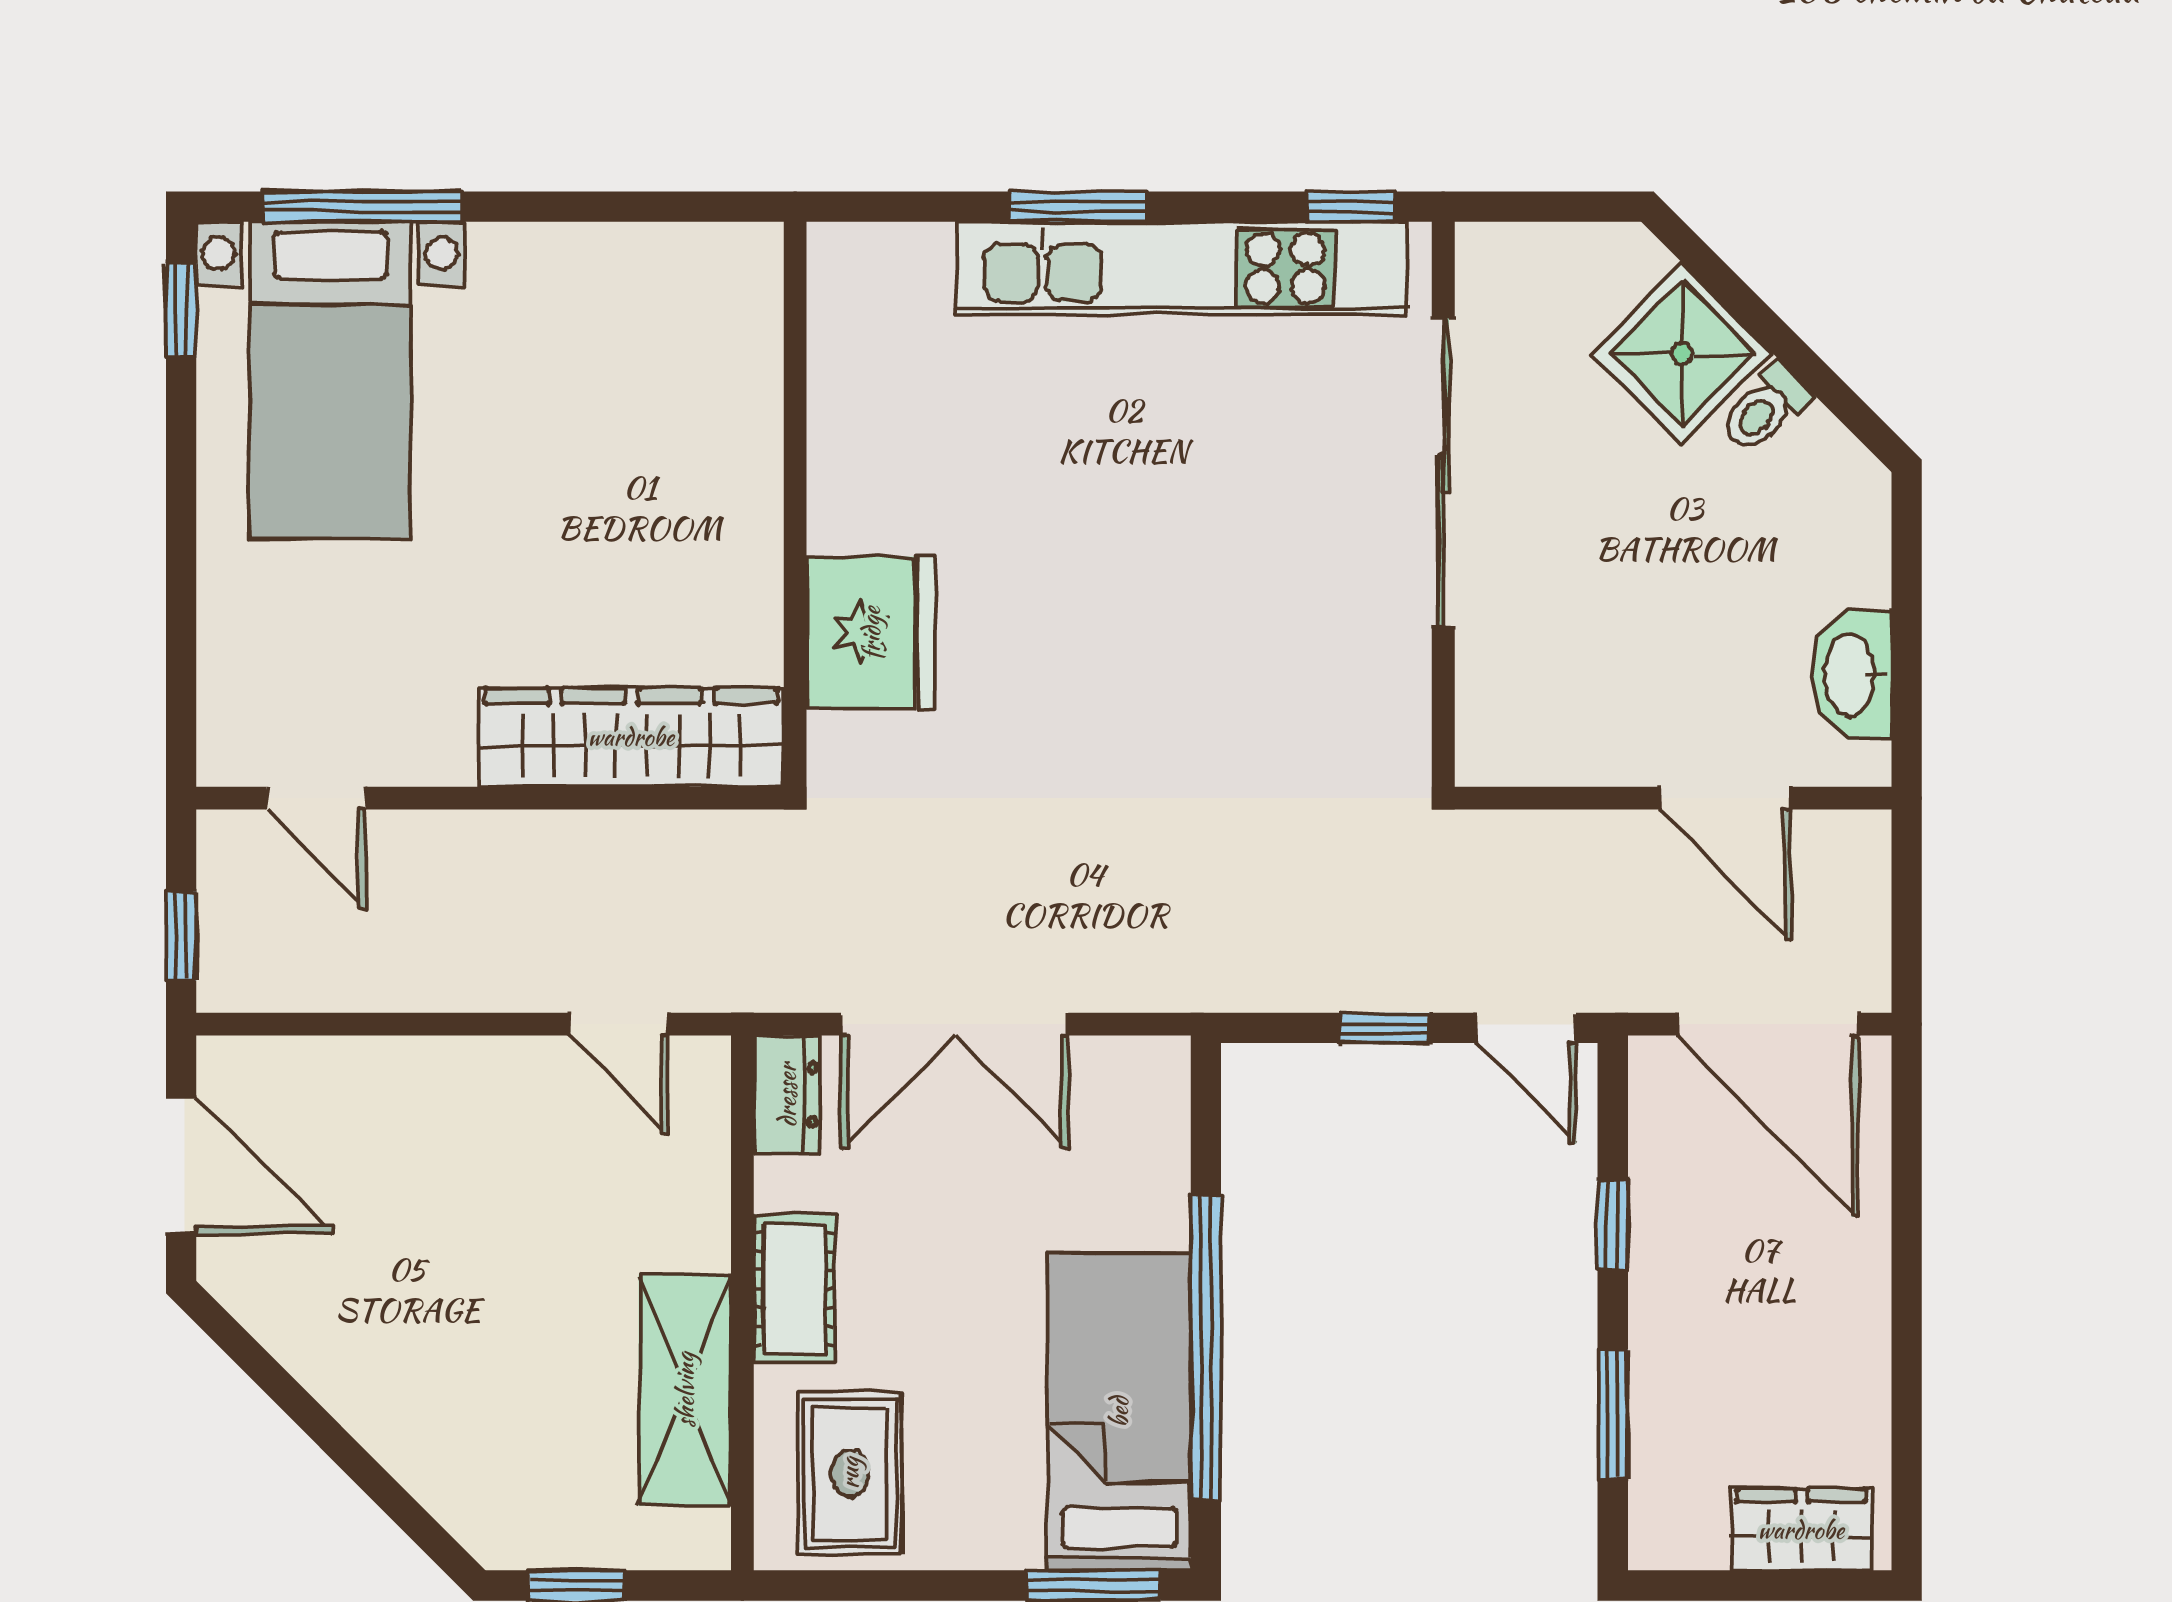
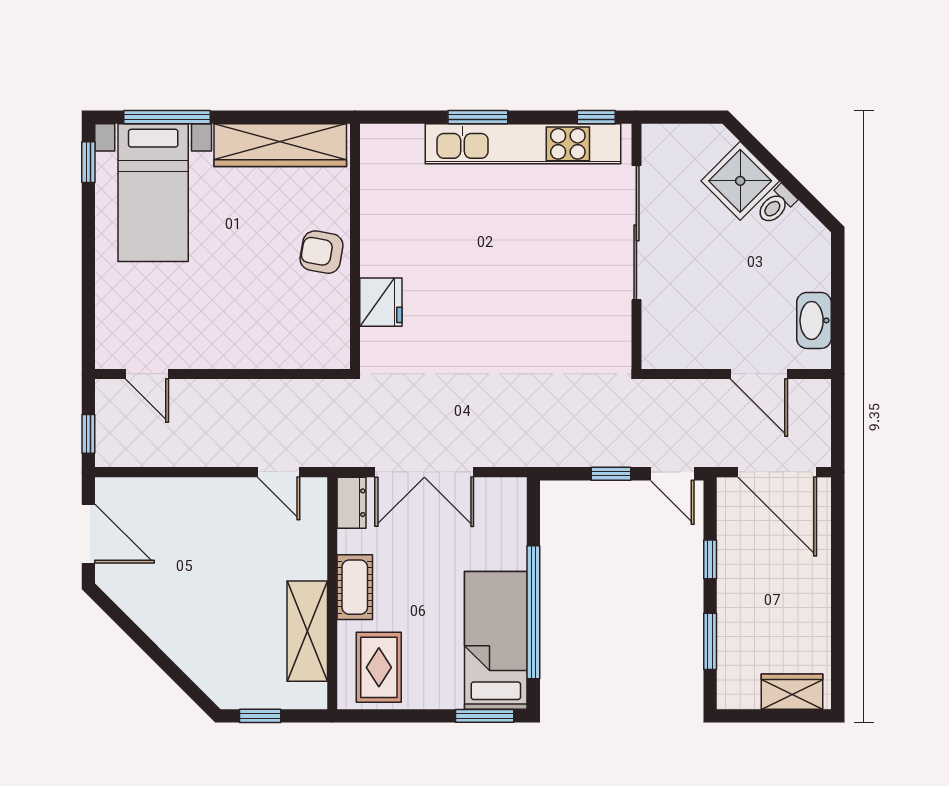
armchair: (718, 517) -> (322, 252), added
fridge: (871, 633) -> (381, 302), width x0.73, depth x0.75
wardrobe: (631, 737) -> (280, 145), moved, turned 180

